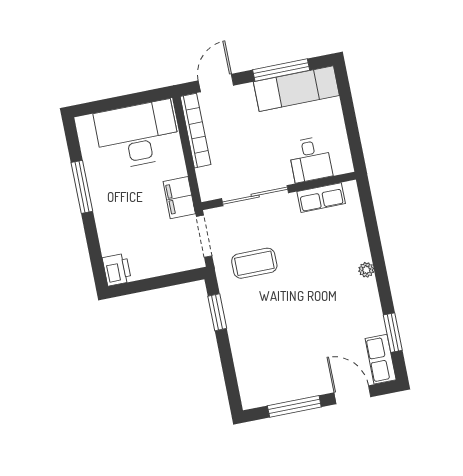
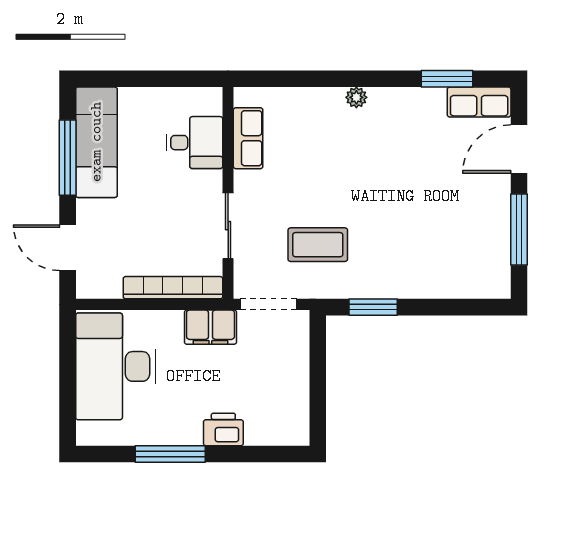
bookcase: (195, 131) -> (173, 288), moved
sliding door: (255, 196) -> (228, 226), width x0.73
coffee table: (254, 263) -> (318, 245), turned 90
printer: (117, 270) -> (223, 429), moved

